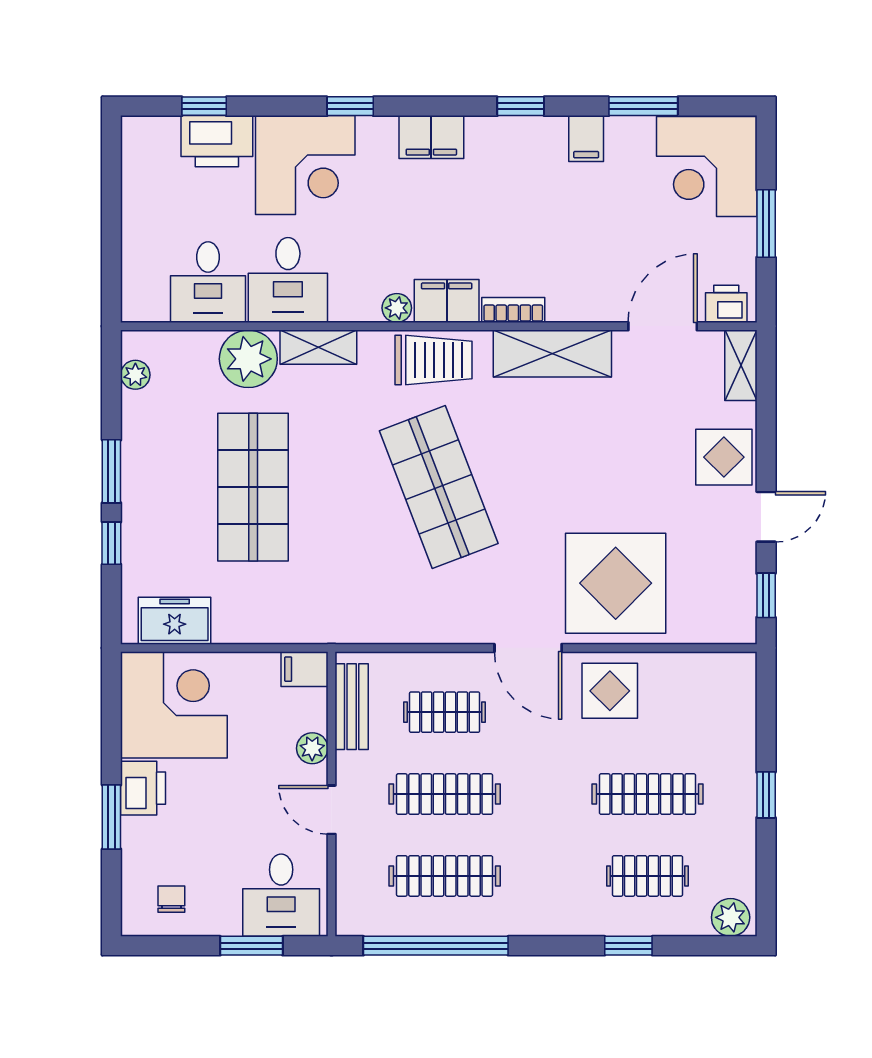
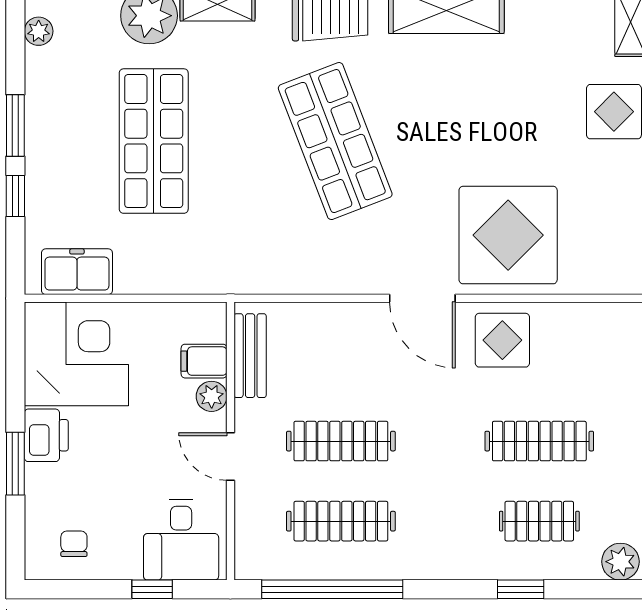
filing cabinet: (305, 669) -> (204, 361), moved
clothes rail: (445, 712) -> (341, 361), removed
window: (251, 946) -> (152, 589), width x0.67

